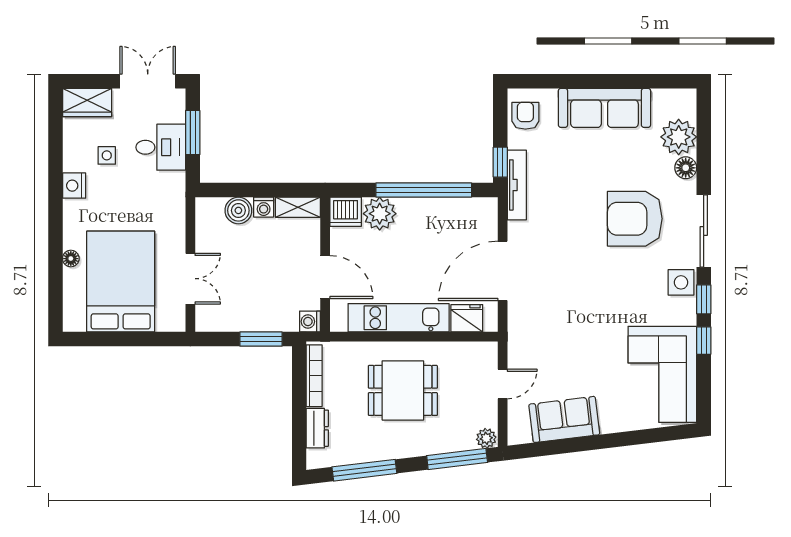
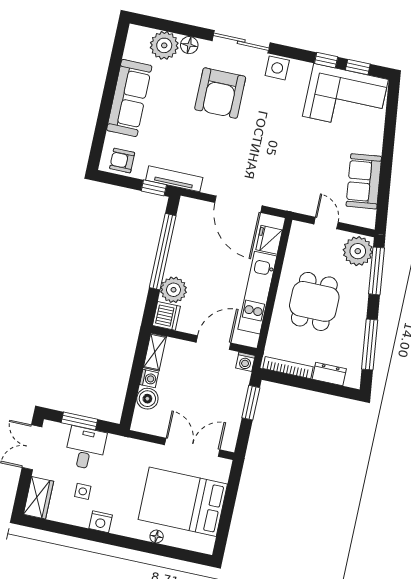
double door: (190, 279) -> (192, 447), width x1.37
window: (704, 299) -> (358, 67), moved
plant: (486, 438) -> (358, 251), width x1.87, depth x1.87

